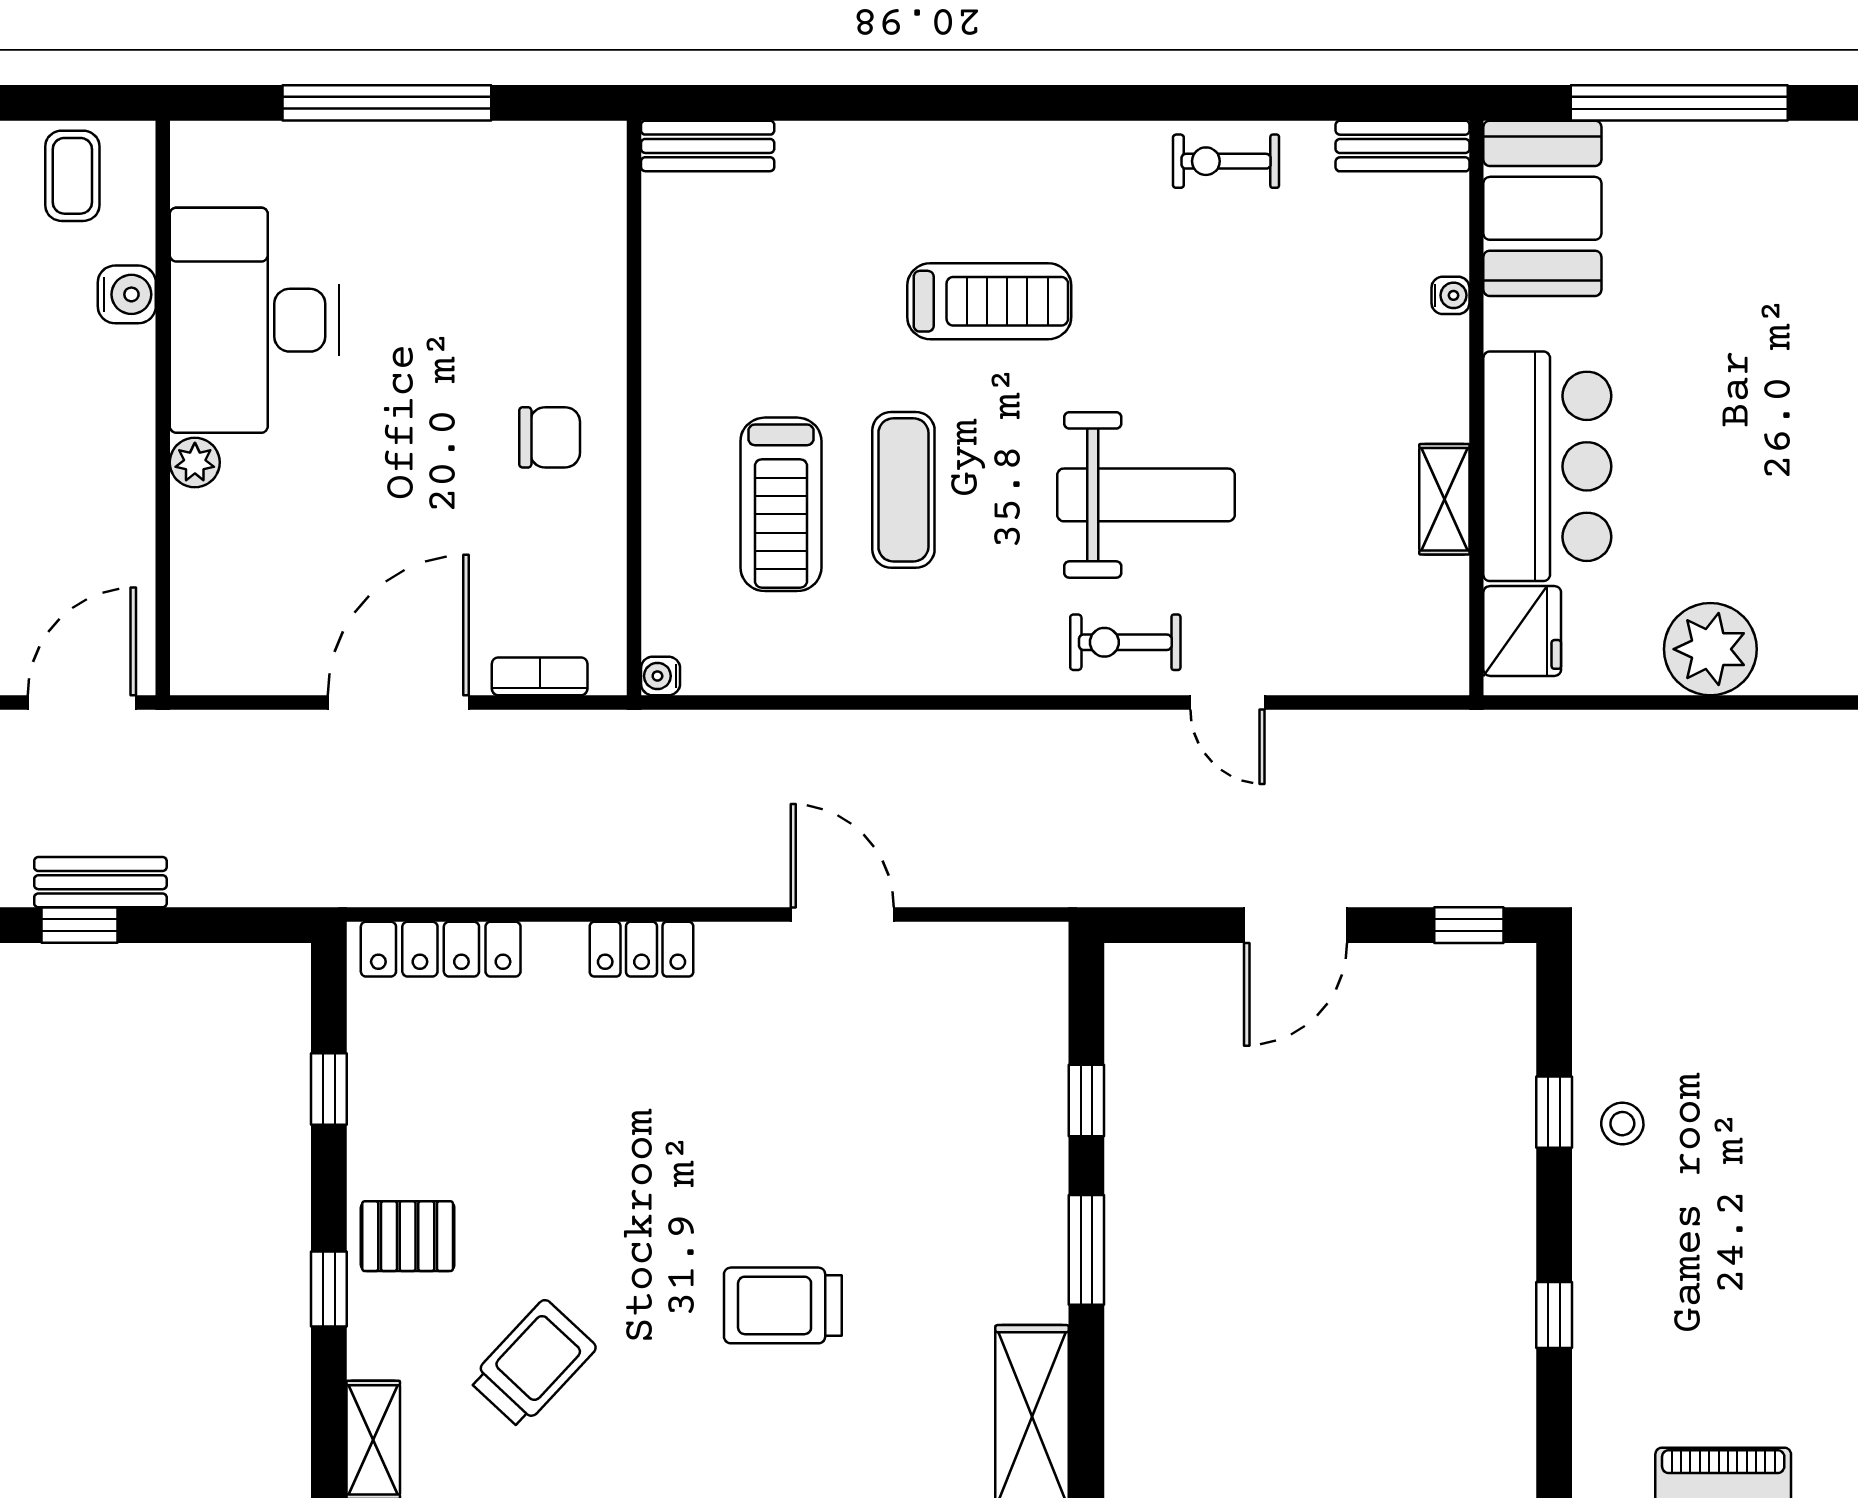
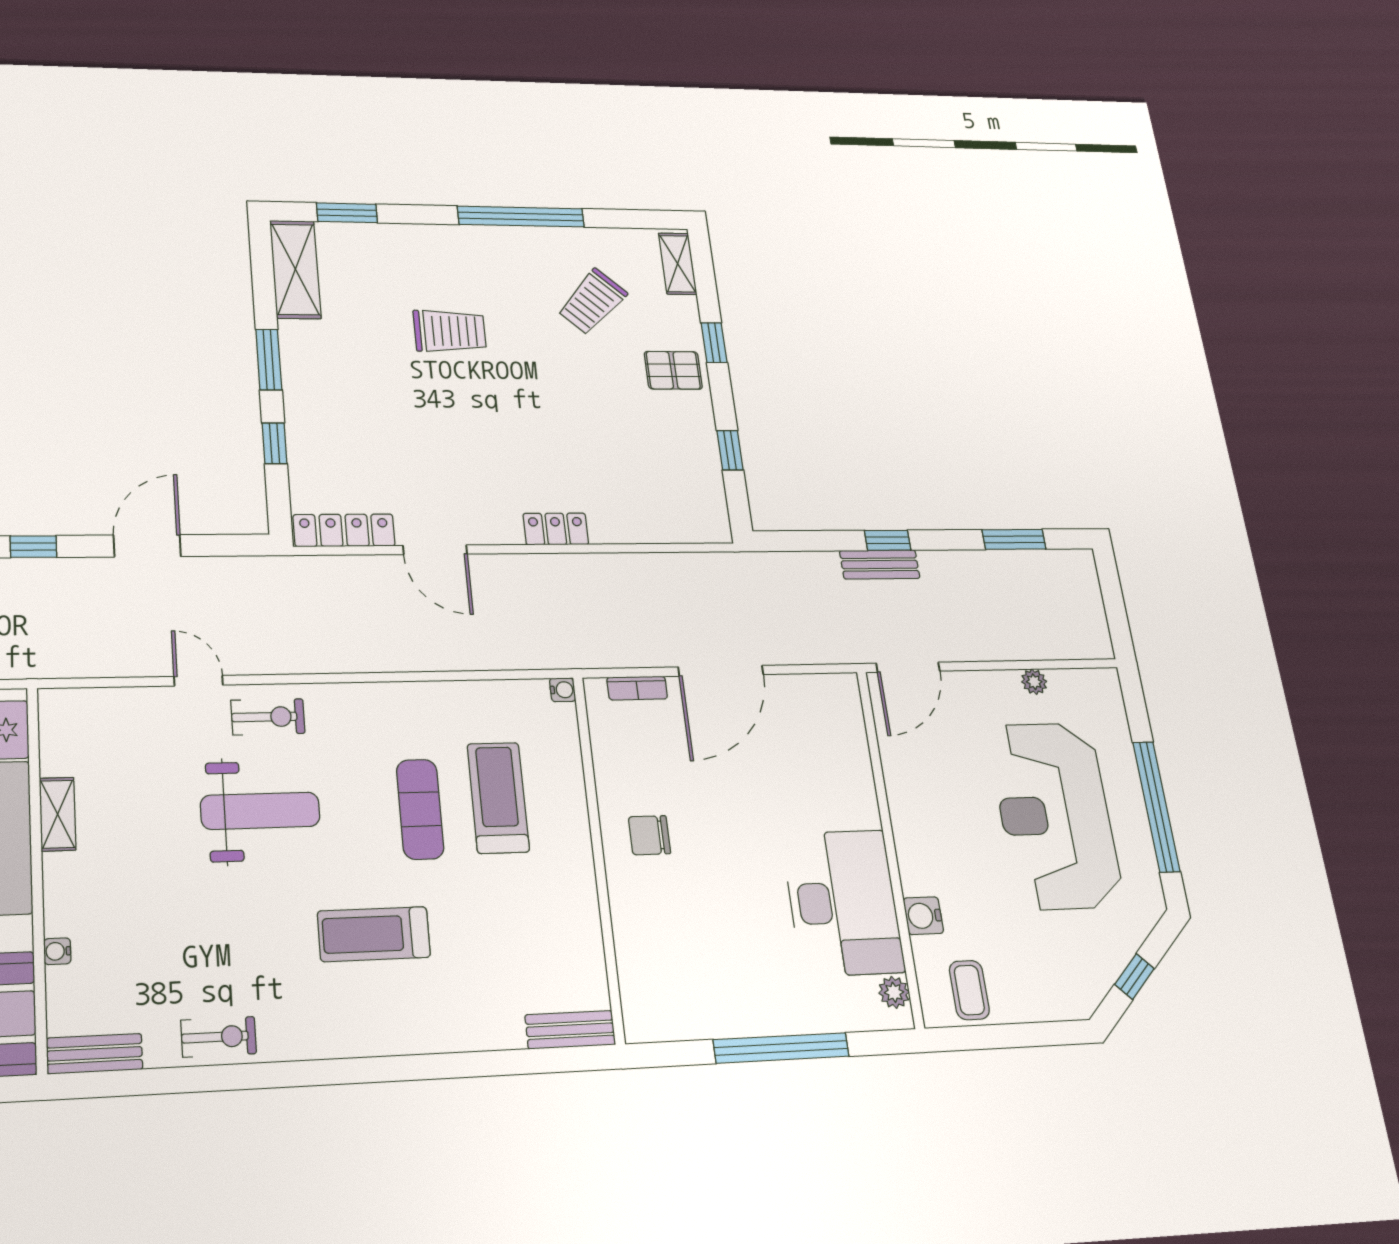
plant: (195, 462) -> (894, 992), moved
weight bench: (1146, 495) -> (260, 811), turned 180
locker: (441, 949) -> (344, 530), moved

